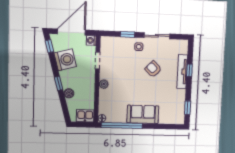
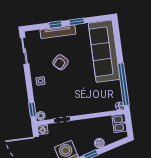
window: (128, 34) -> (32, 109), moved
sliding door: (157, 36) -> (24, 51), moved
plant: (104, 84) -> (41, 116), moved
window: (188, 108) -> (77, 22), moved
sofa: (143, 114) -> (104, 51), width x1.85, depth x1.27

